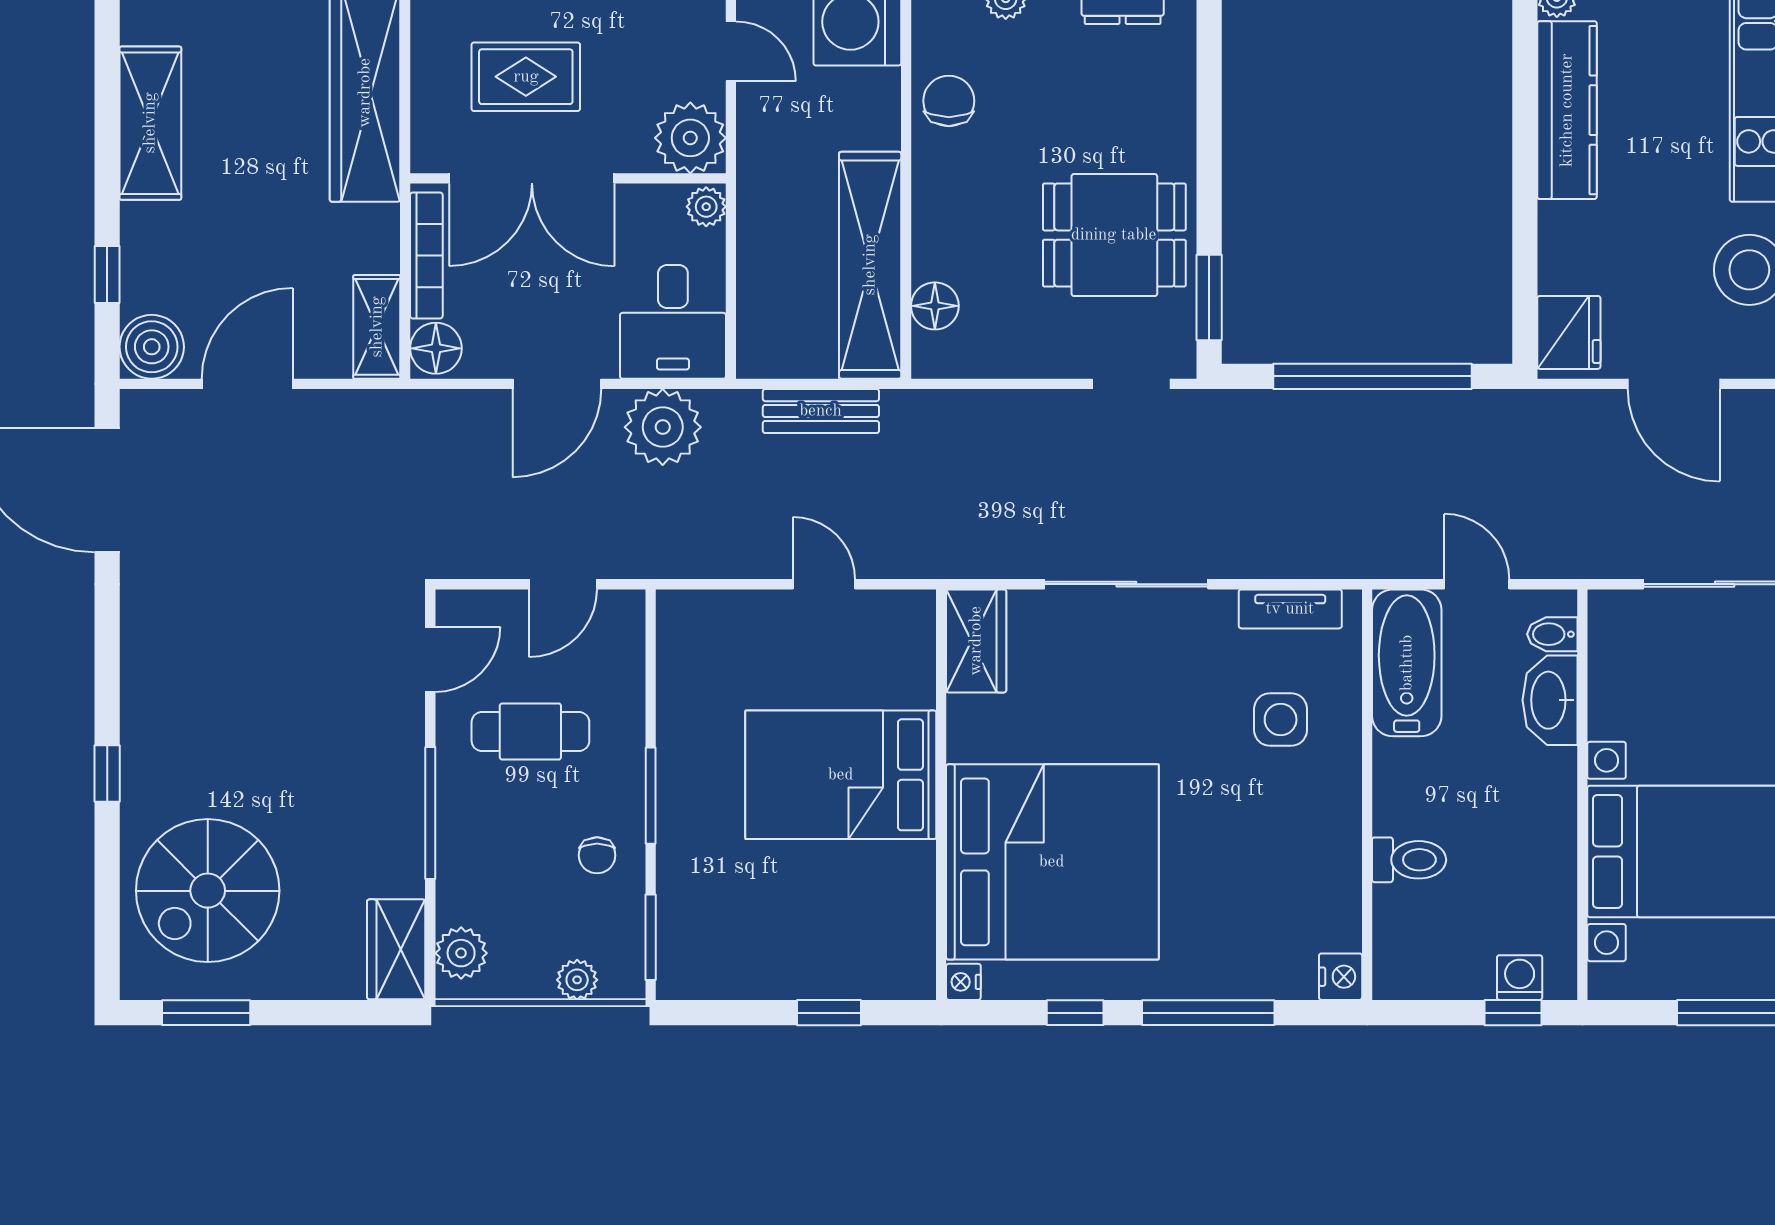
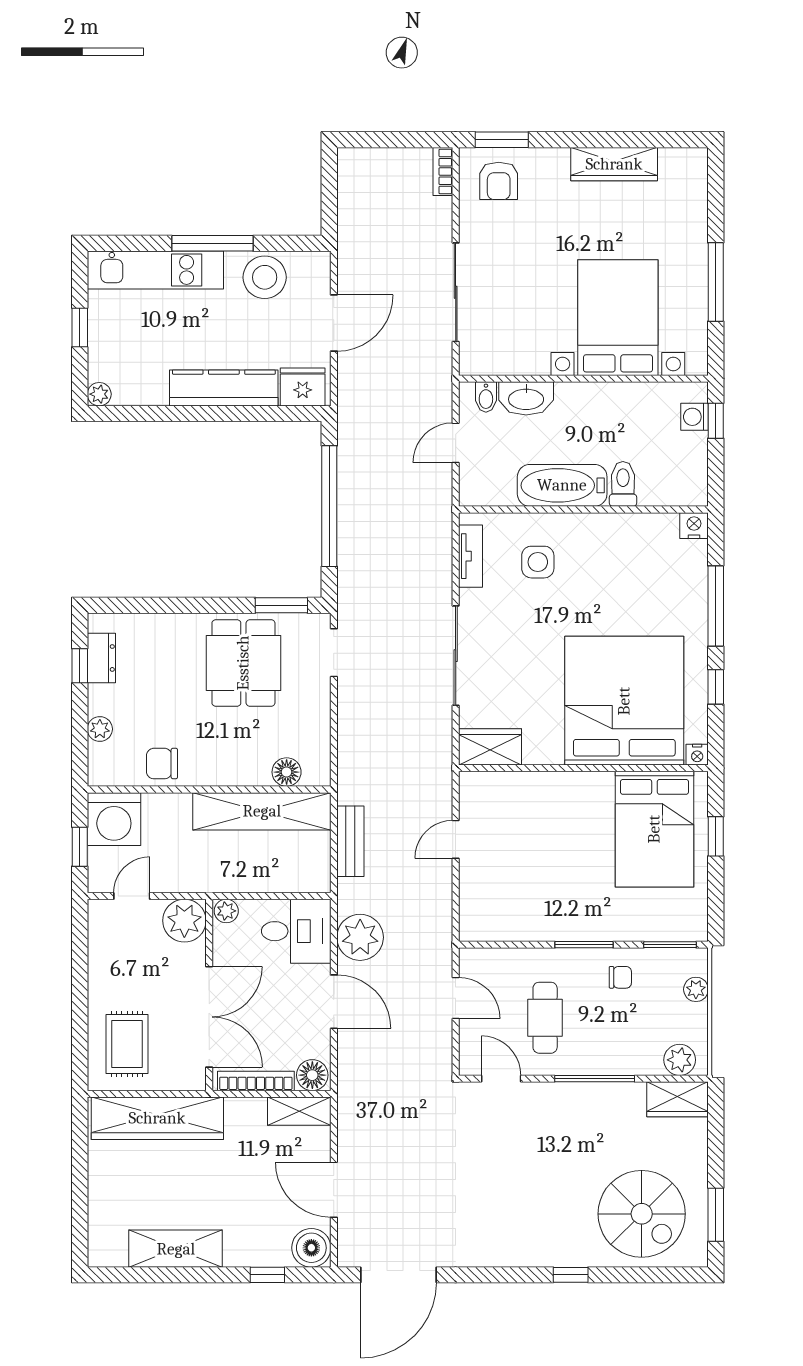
rug: (526, 77) -> (127, 1044), moved
kitchen counter: (1567, 110) -> (224, 388), moved
bathtub: (1407, 663) -> (562, 485), moved
bed: (841, 775) -> (654, 829), moved

